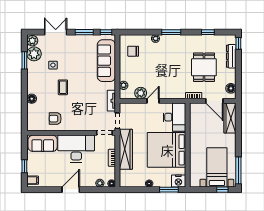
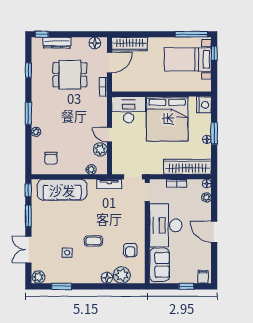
plant: (34, 54) -> (122, 275), moved
wardrobe: (126, 149) -> (188, 167), moved
window: (169, 190) -> (214, 133), moved

